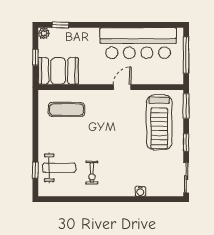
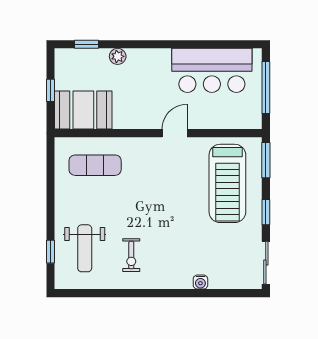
plant: (44, 33) -> (118, 56), moved
bar counter: (138, 43) -> (212, 70), width x0.73
weight bench: (59, 168) -> (85, 248), turned 90

